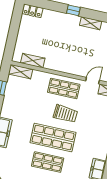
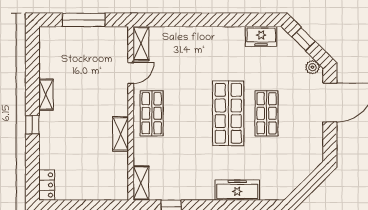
shelving: (33, 61) -> (121, 134), moved
door: (93, 81) -> (131, 73), swing flipped
trolley: (65, 114) -> (189, 103), removed

